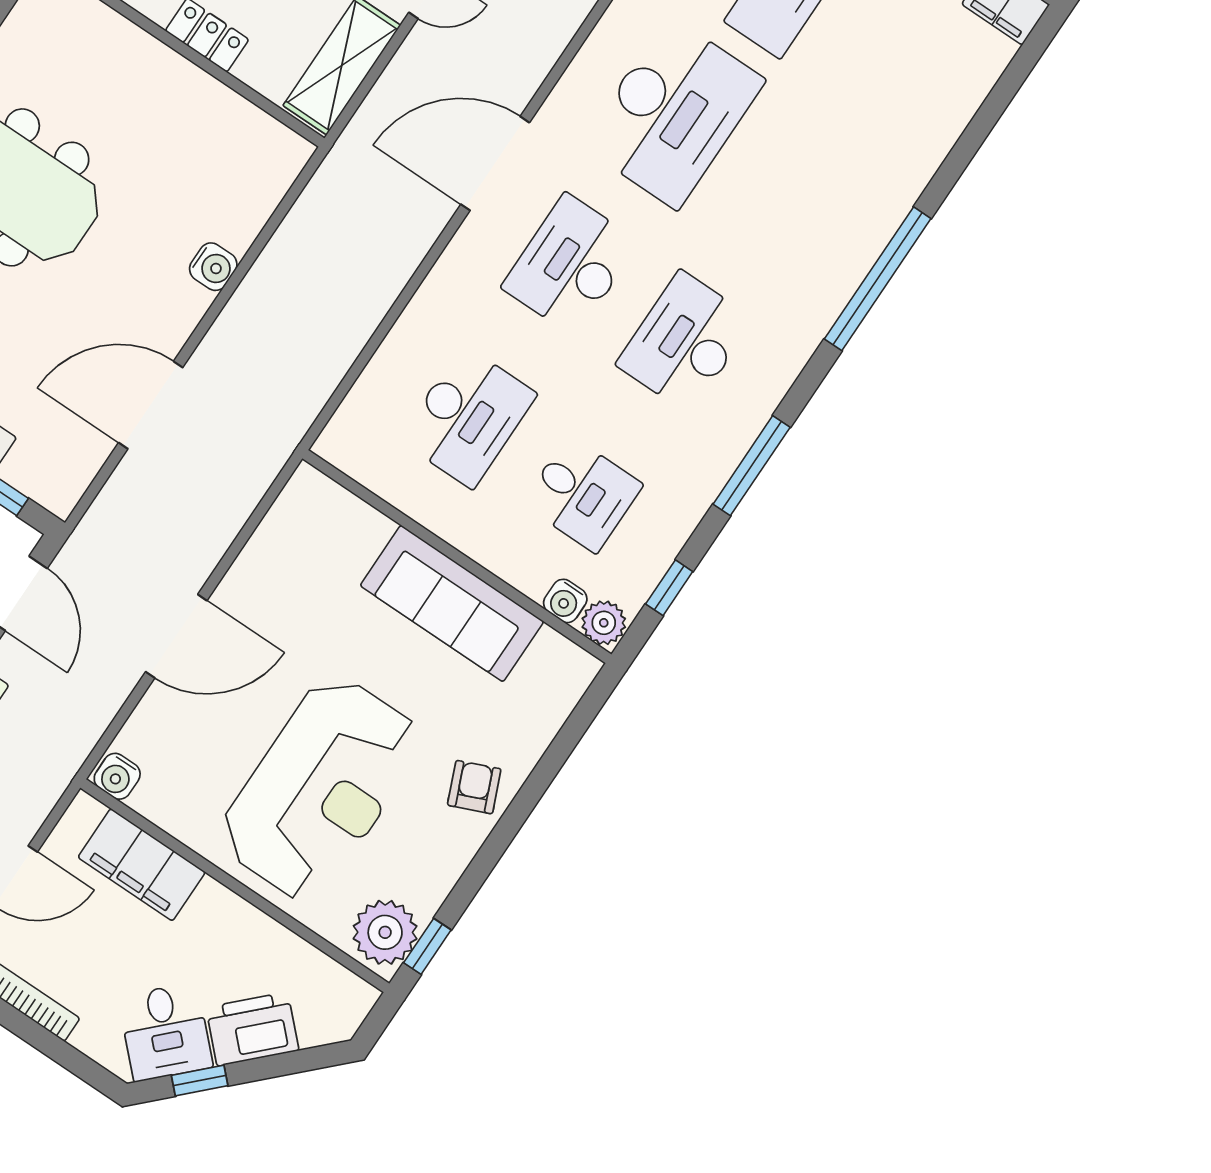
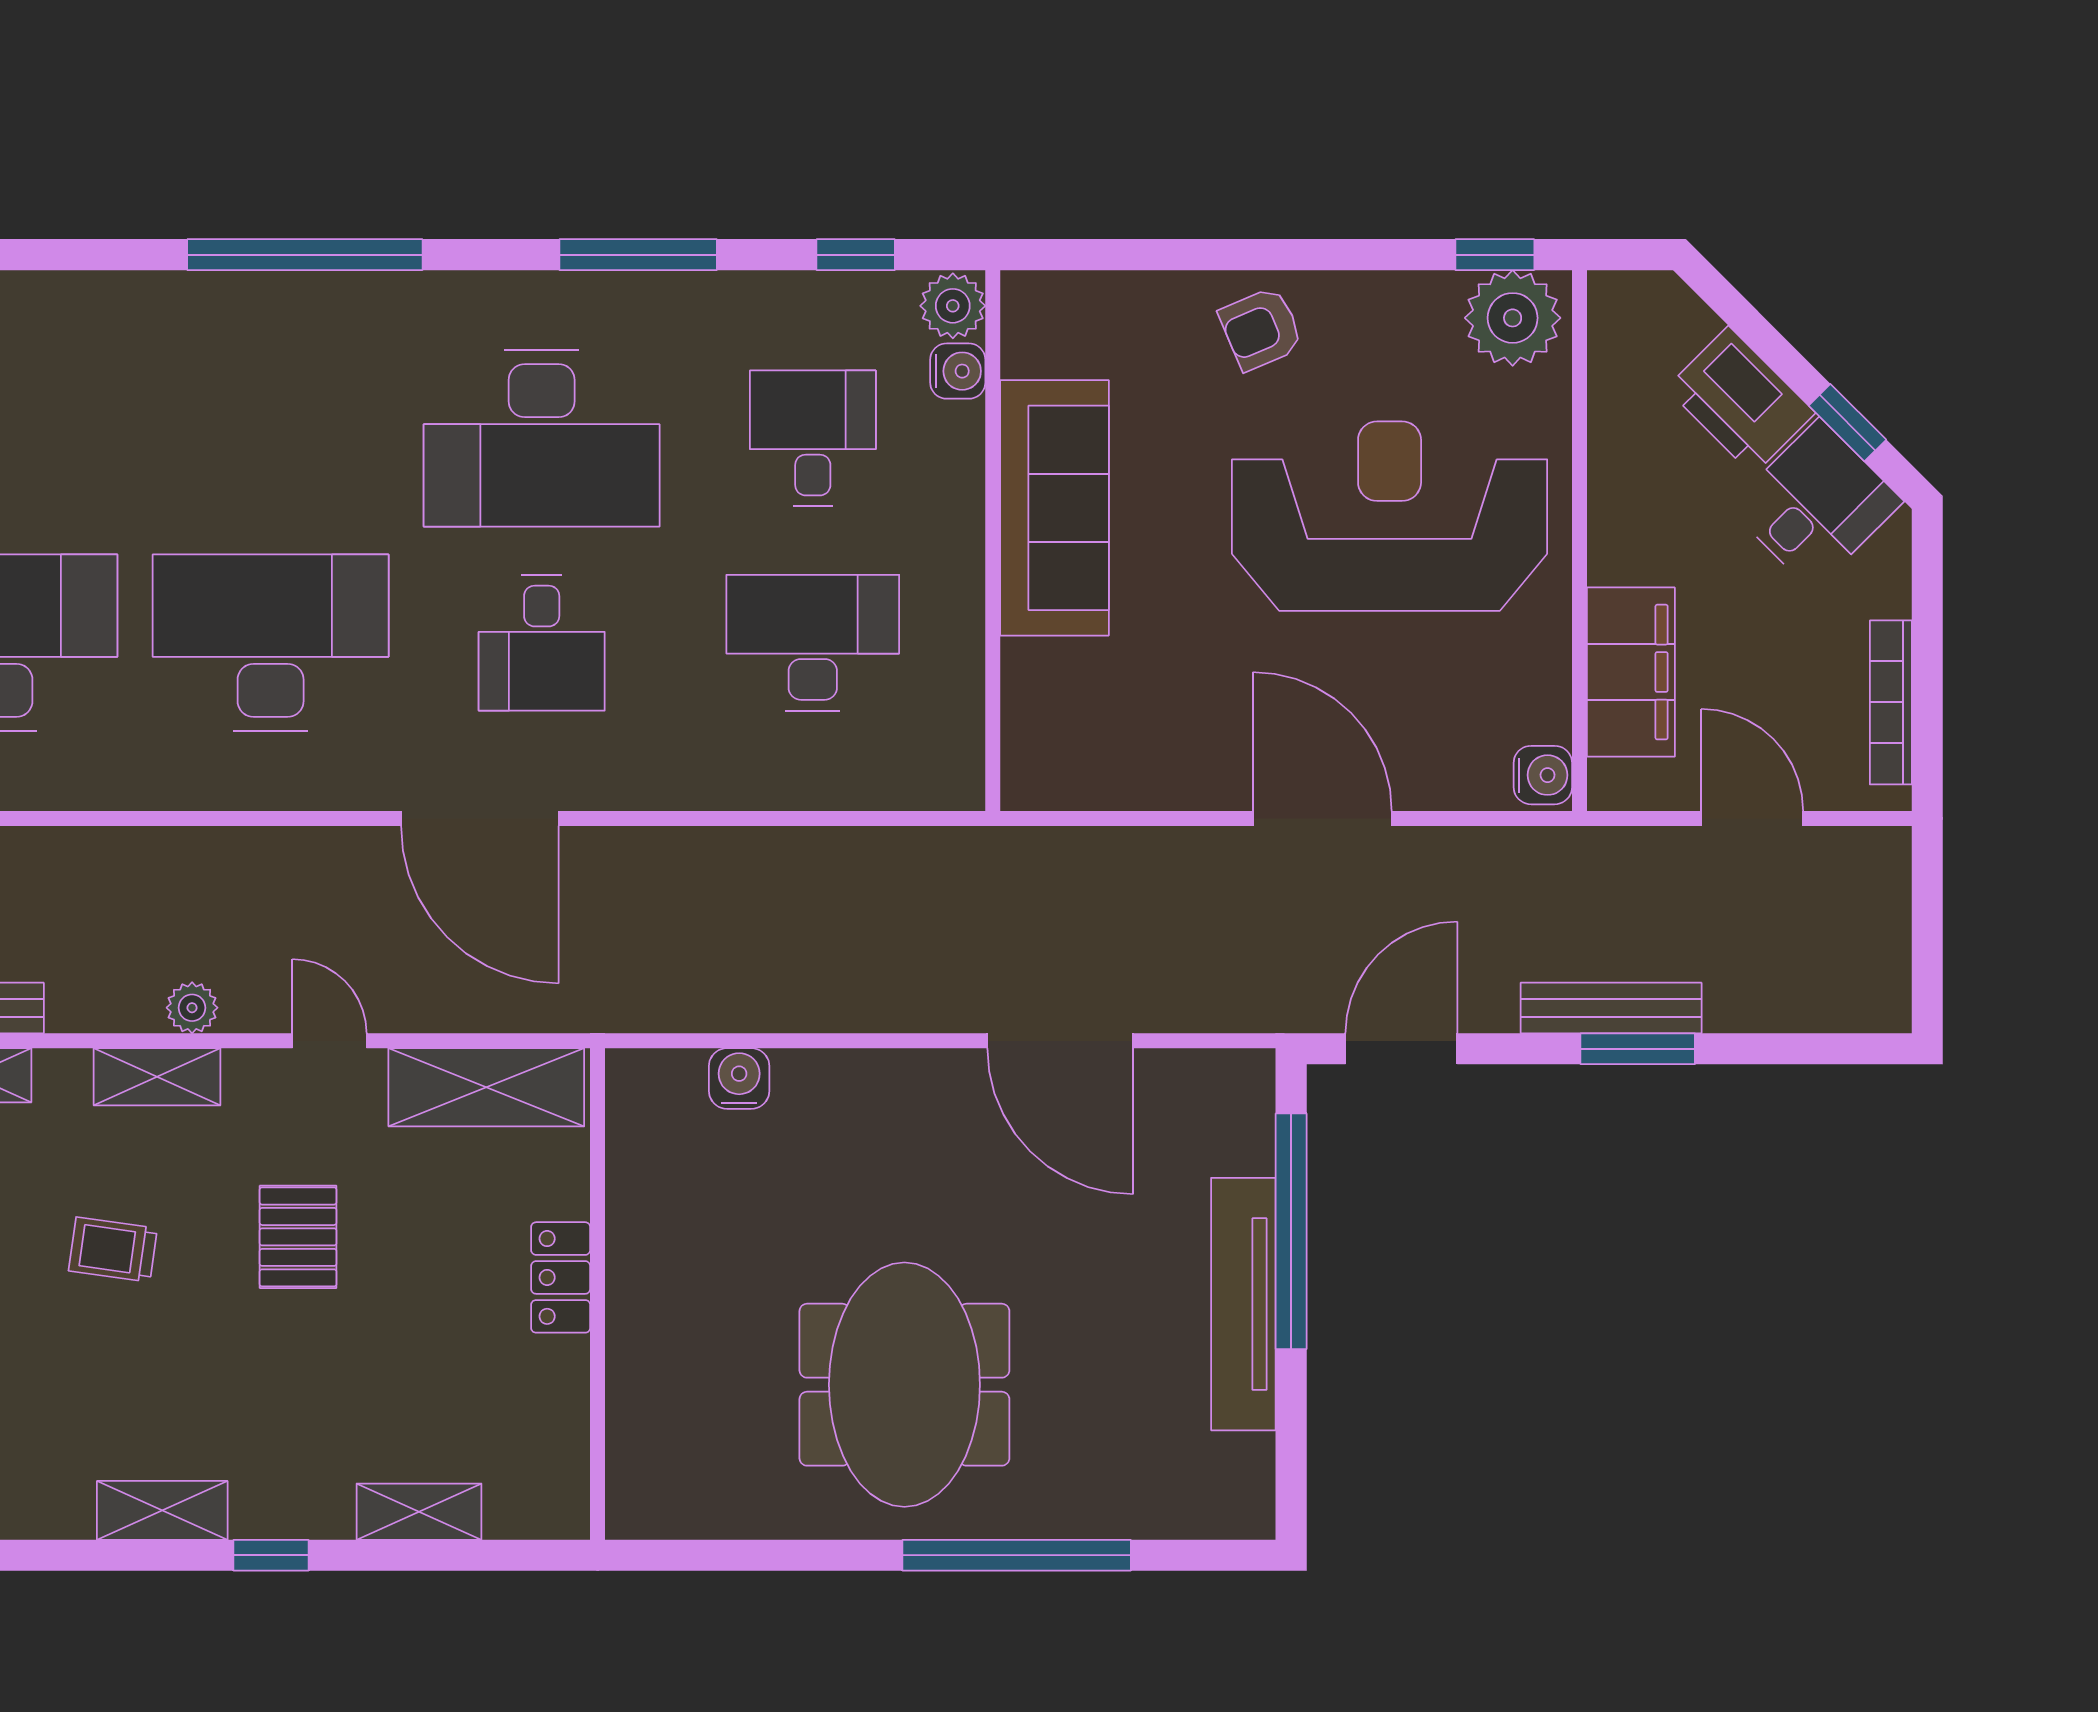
desk: (570, 265) -> (542, 643), width x0.73
water cooler: (213, 267) -> (739, 1078), moved
desk: (685, 342) -> (542, 438), width x1.36, depth x1.30

